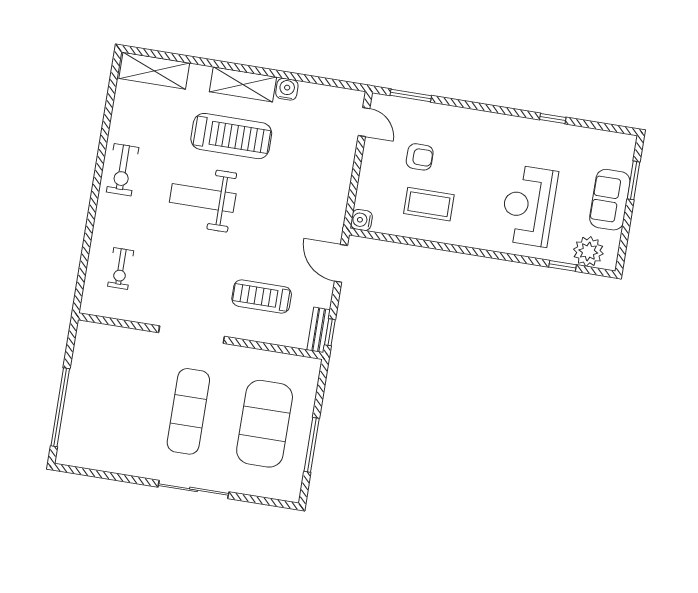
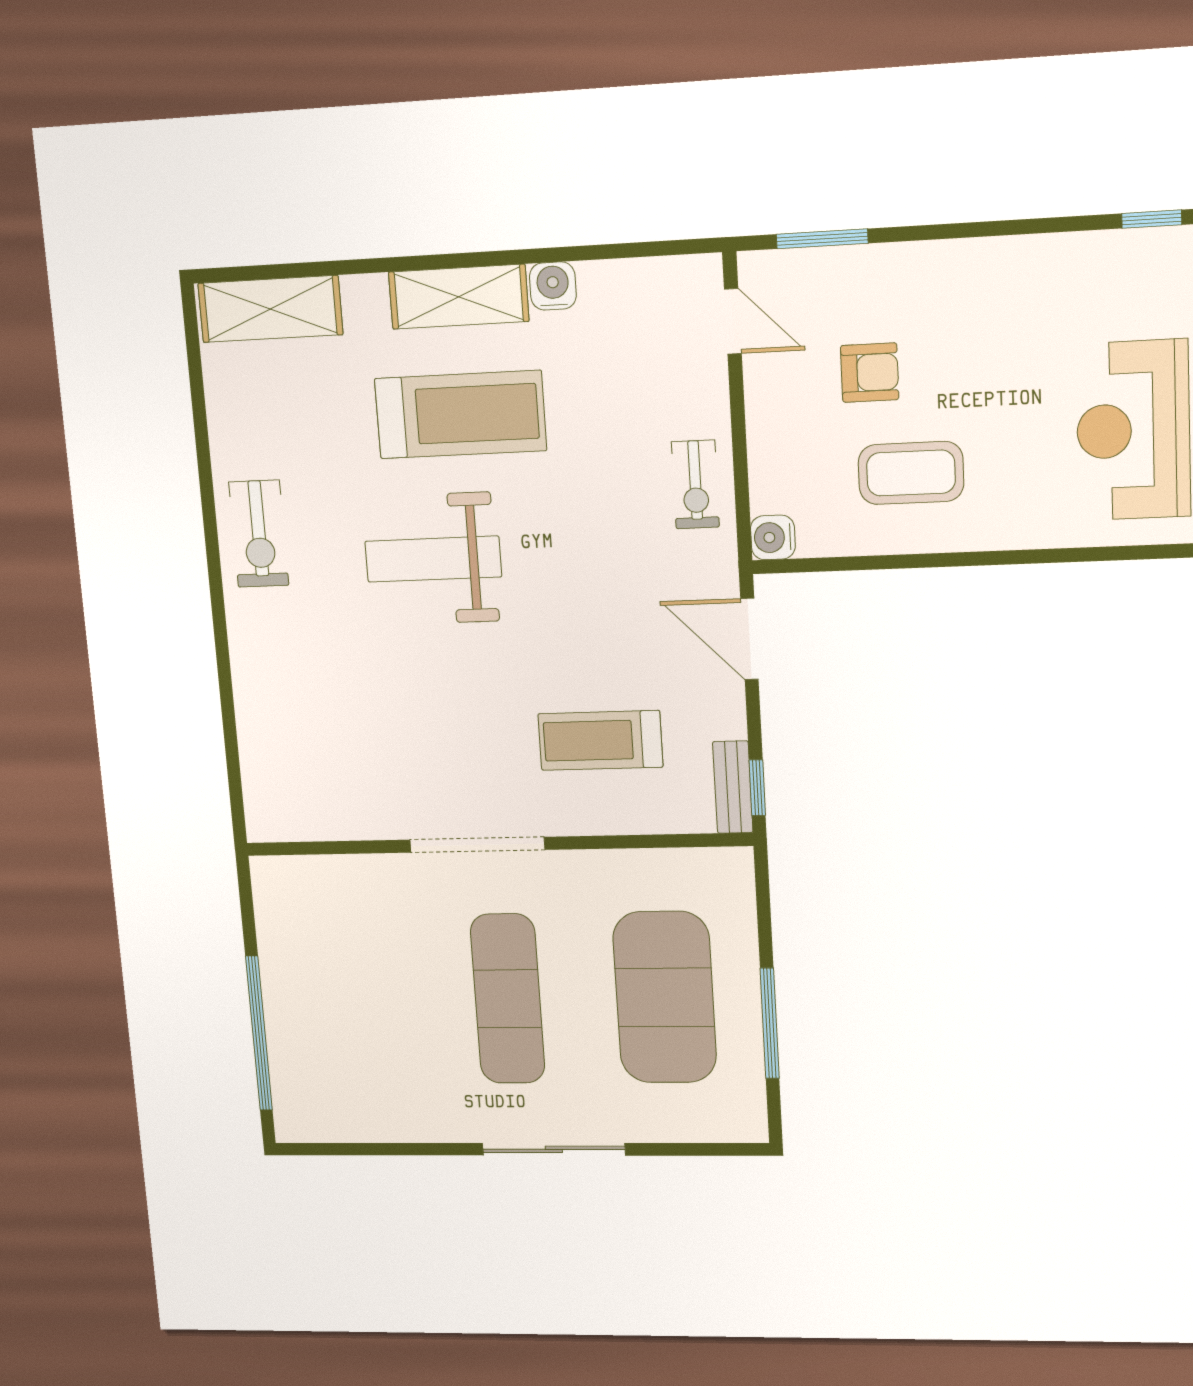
exercise bike: (121, 269) -> (695, 484), moved

